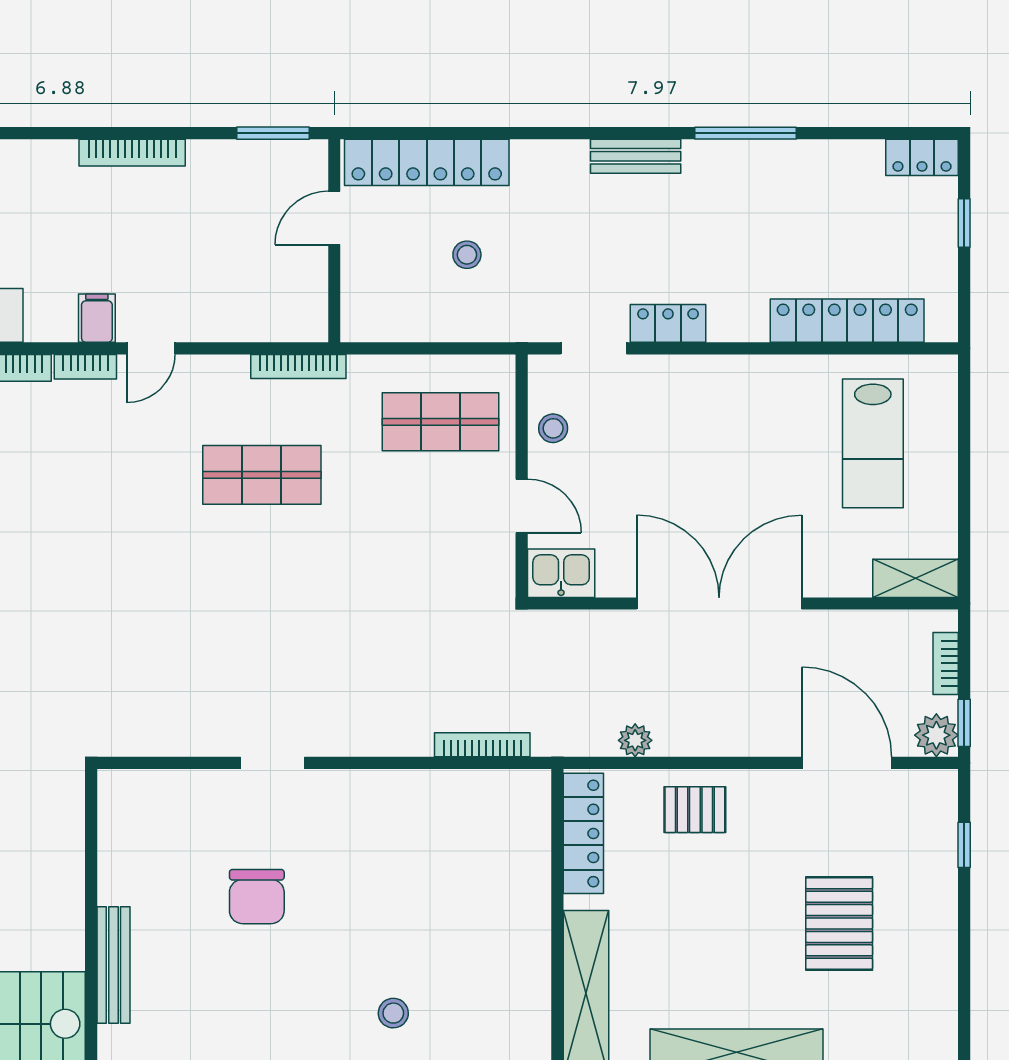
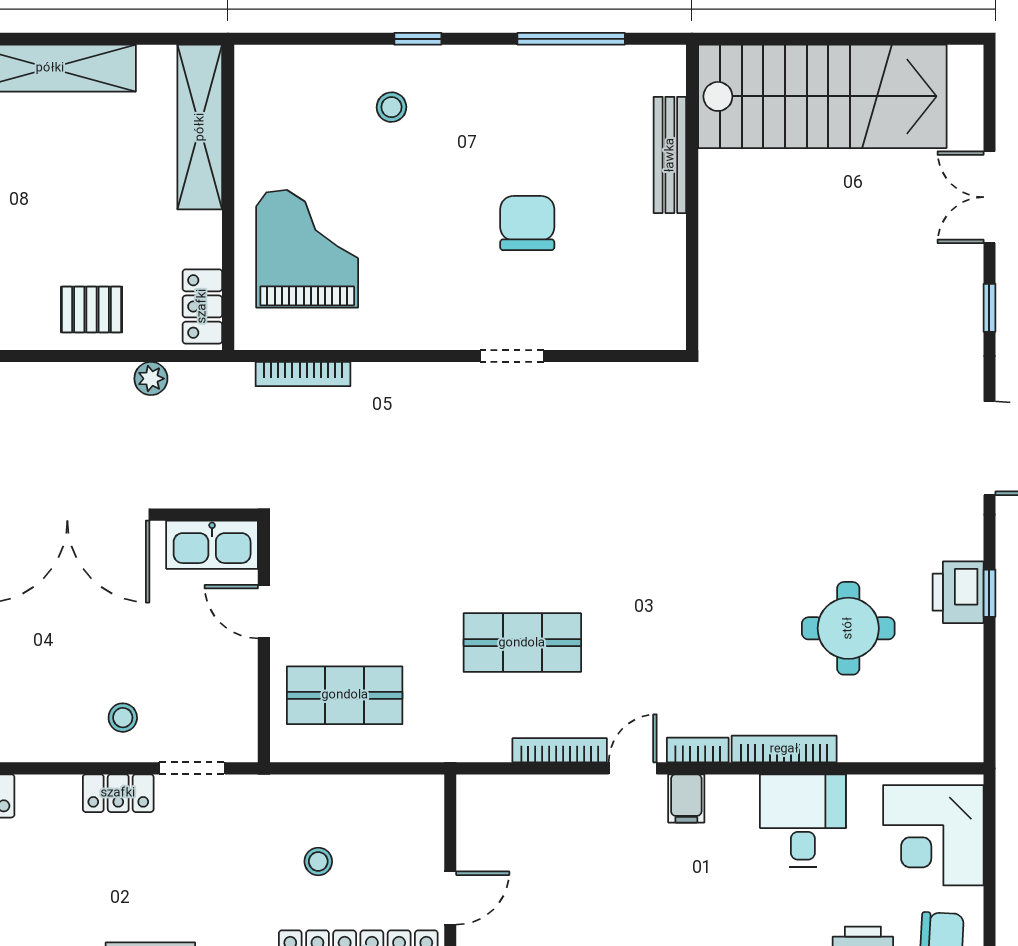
bookcase: (298, 367) -> (560, 750), moved
stool: (553, 428) -> (123, 718), moved
kitchen sink: (561, 573) -> (212, 545), width x1.38
locker: (583, 833) -> (202, 306), width x0.66
grand piano: (478, 871) -> (307, 249), added

